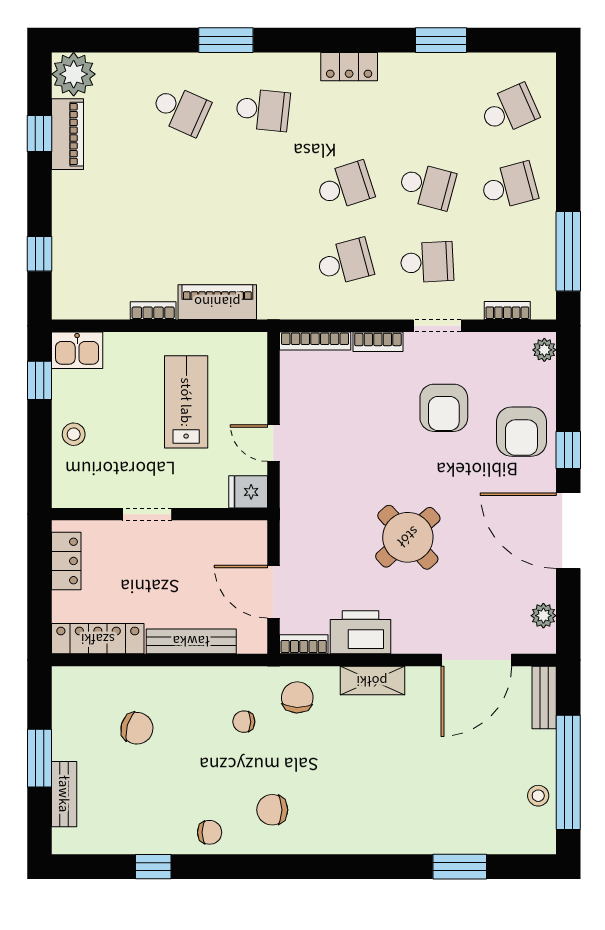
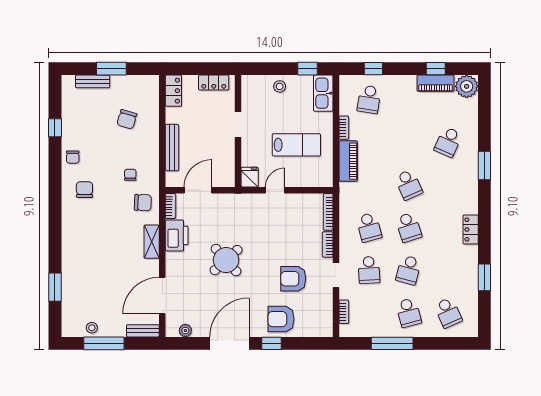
school desk: (263, 110) -> (409, 185), moved, turned -30
window: (568, 251) -> (392, 343), moved
school desk: (99, 262) -> (369, 99), added
kitchen sink: (77, 350) -> (323, 93), width x1.38
plant: (544, 350) -> (323, 331), removed
locker: (98, 639) -> (173, 91), width x0.66
door: (476, 660) -> (162, 296), hinge flipped
window: (568, 772) -> (104, 343), width x0.68

